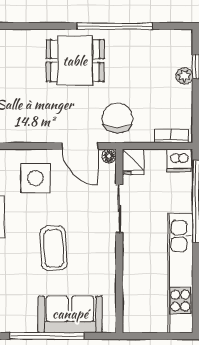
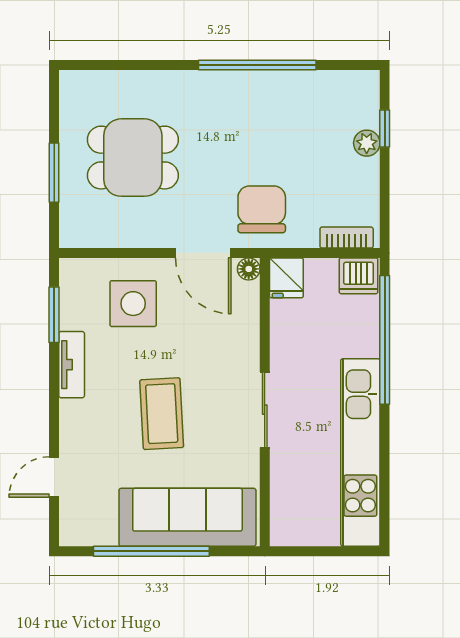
dining table: (75, 61) -> (133, 158), moved
sliding door: (119, 209) -> (265, 410), moved
sofa: (70, 314) -> (187, 517), width x1.36

